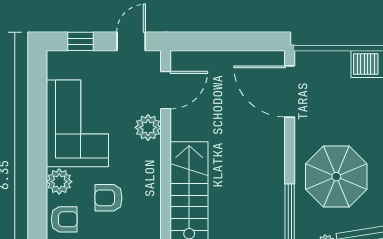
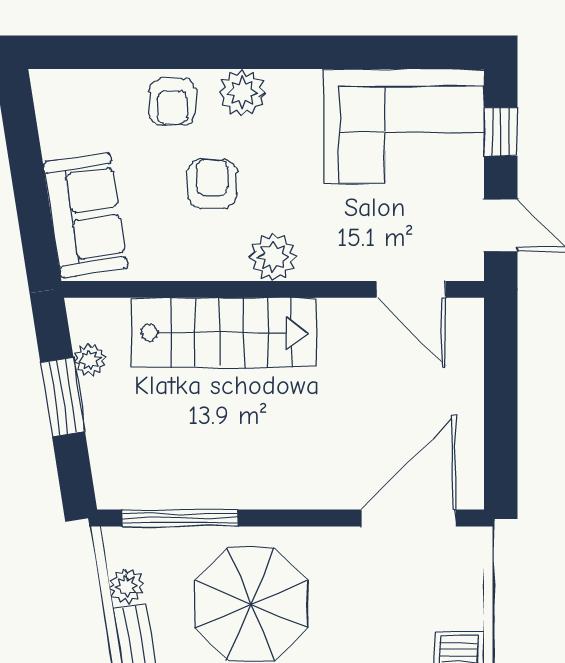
corner sofa: (77, 123) -> (404, 126), moved
plant: (148, 127) -> (273, 257), moved

